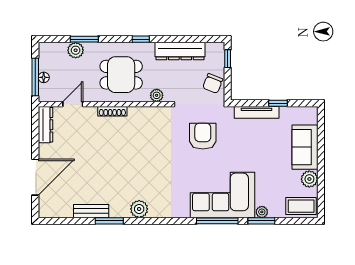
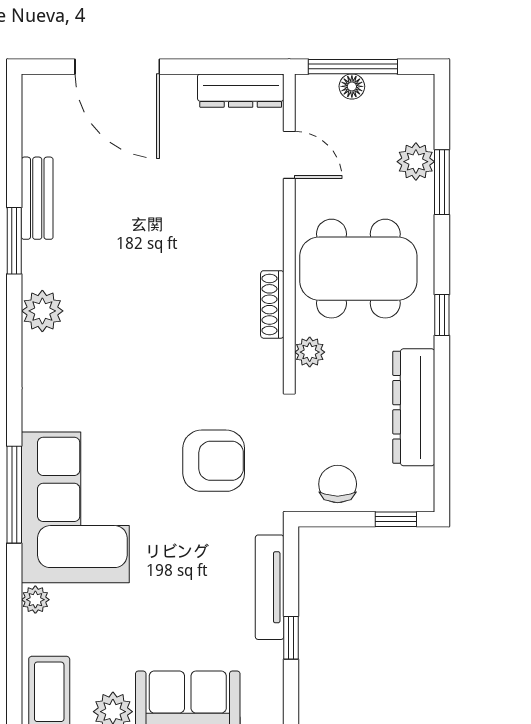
dining table: (121, 75) -> (358, 269), width x1.38
chair: (213, 83) -> (338, 484), turned 69
shoe rack: (112, 111) -> (272, 304), moved
window: (261, 221) -> (14, 598), removed

